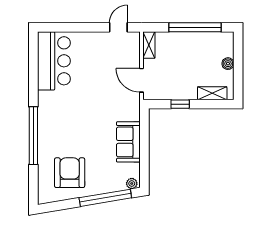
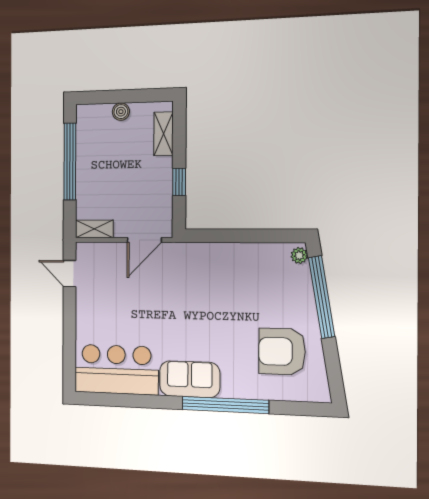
sofa: (128, 142) -> (190, 379), moved, turned 180

